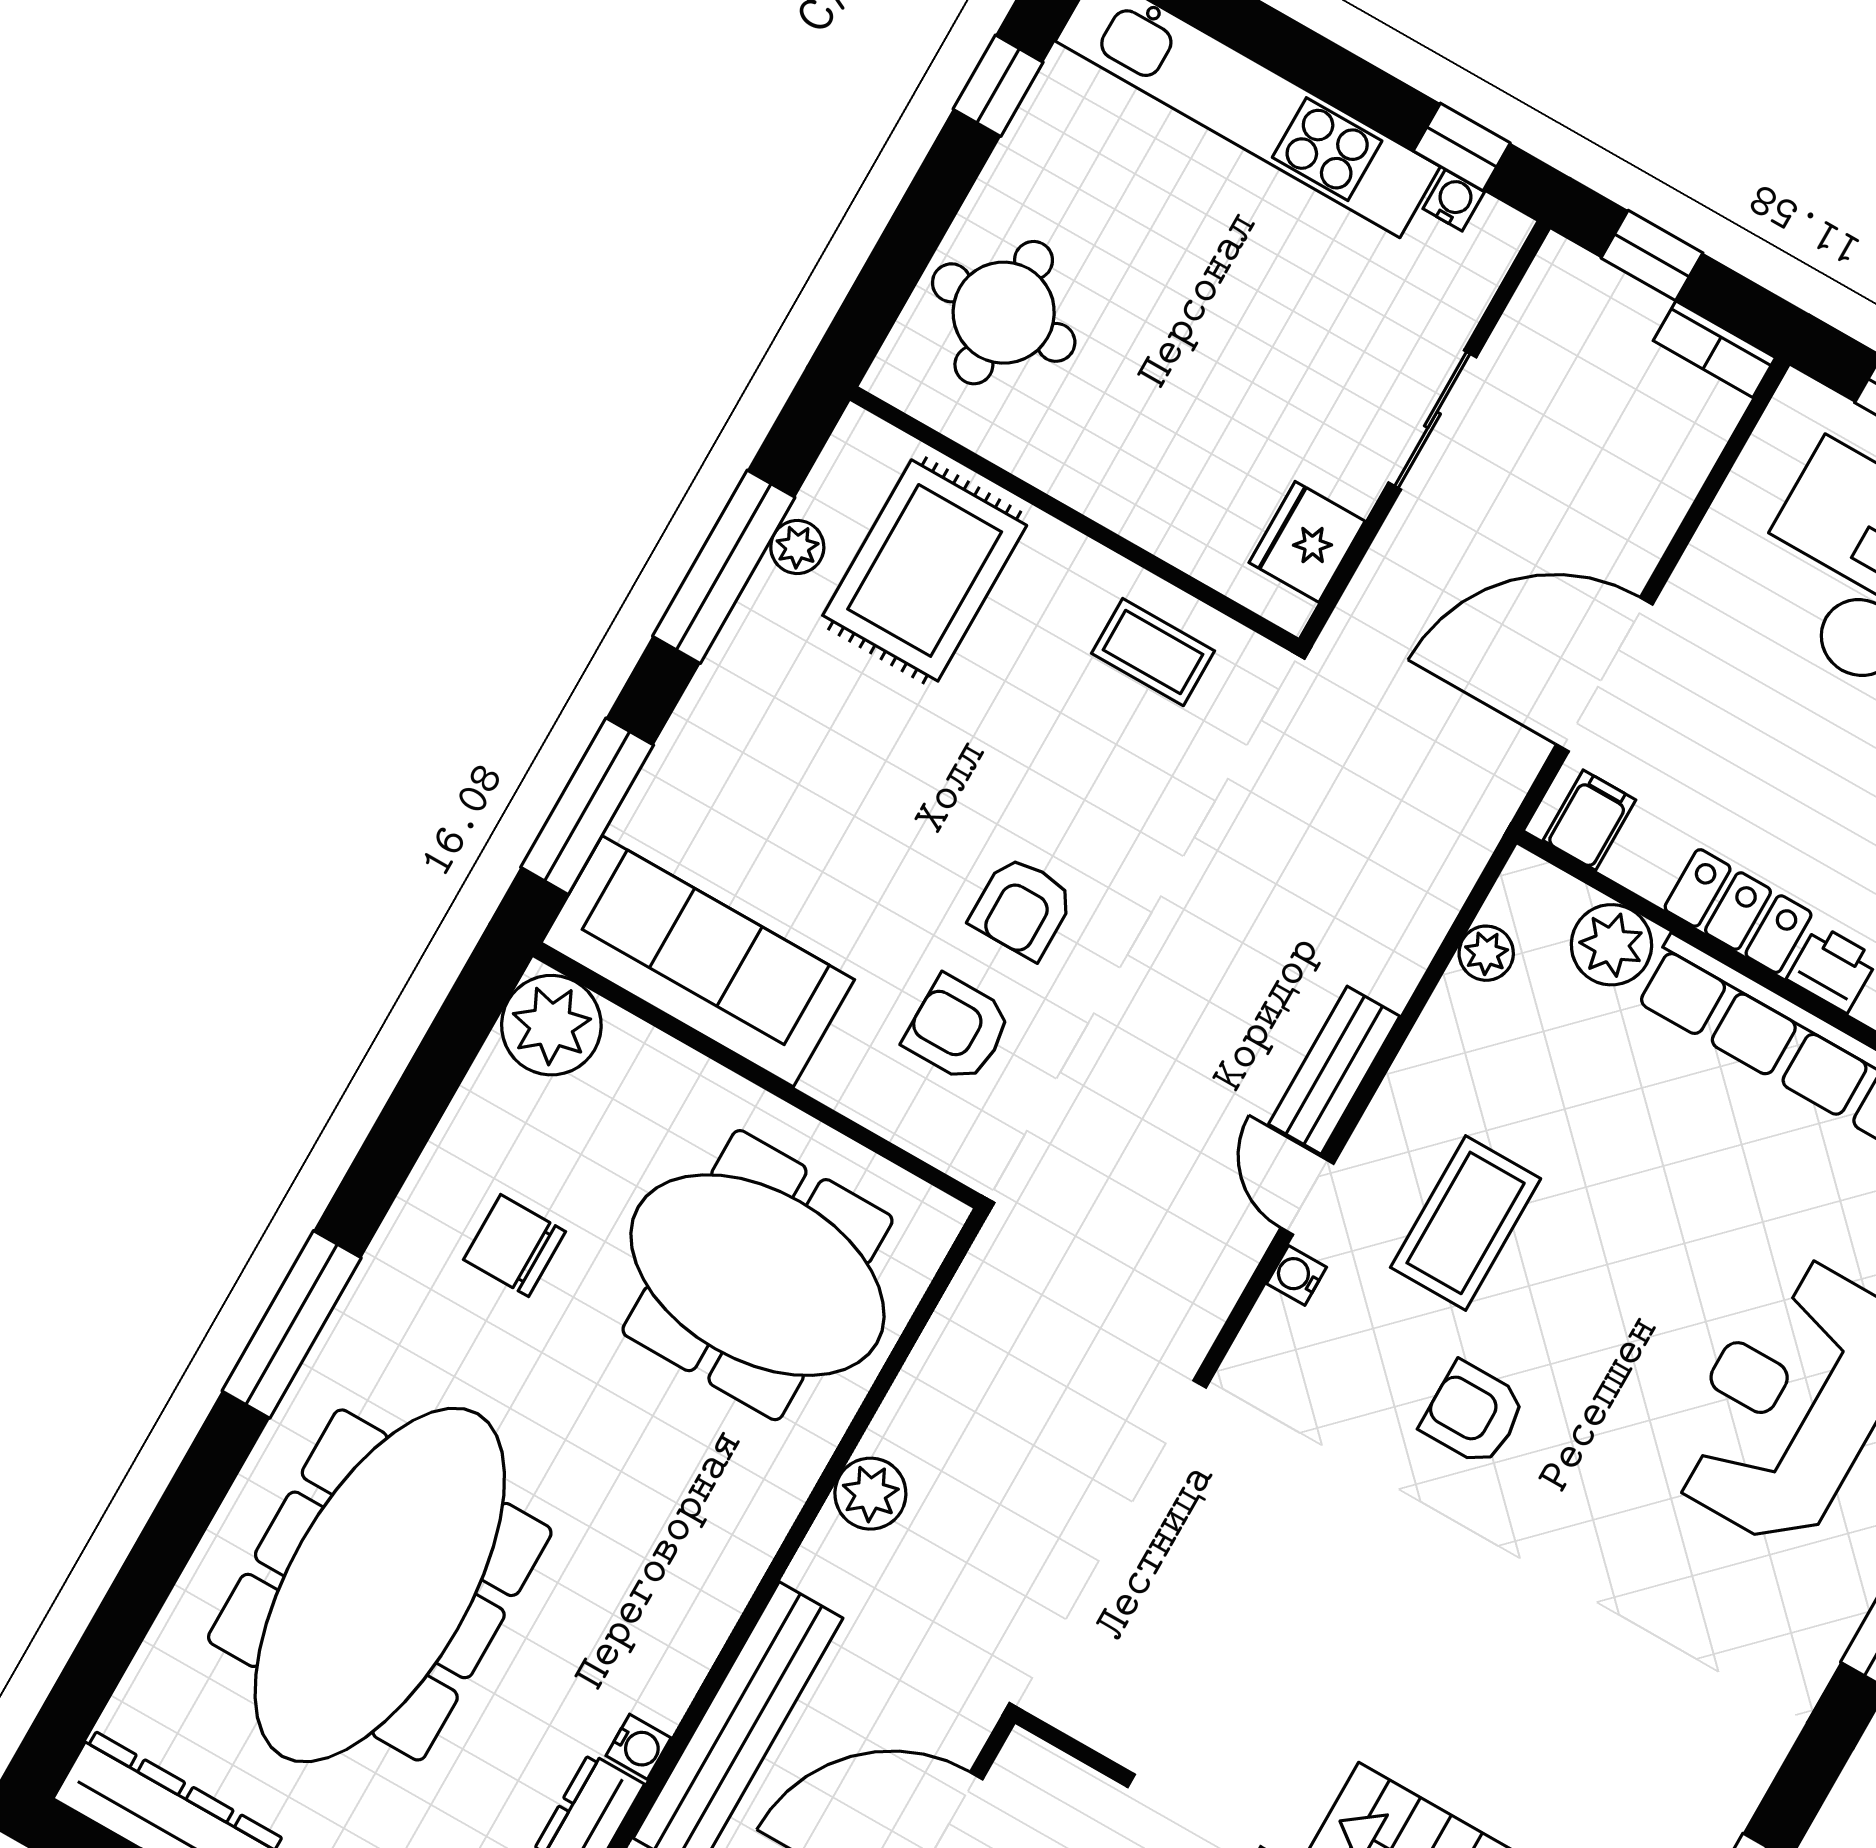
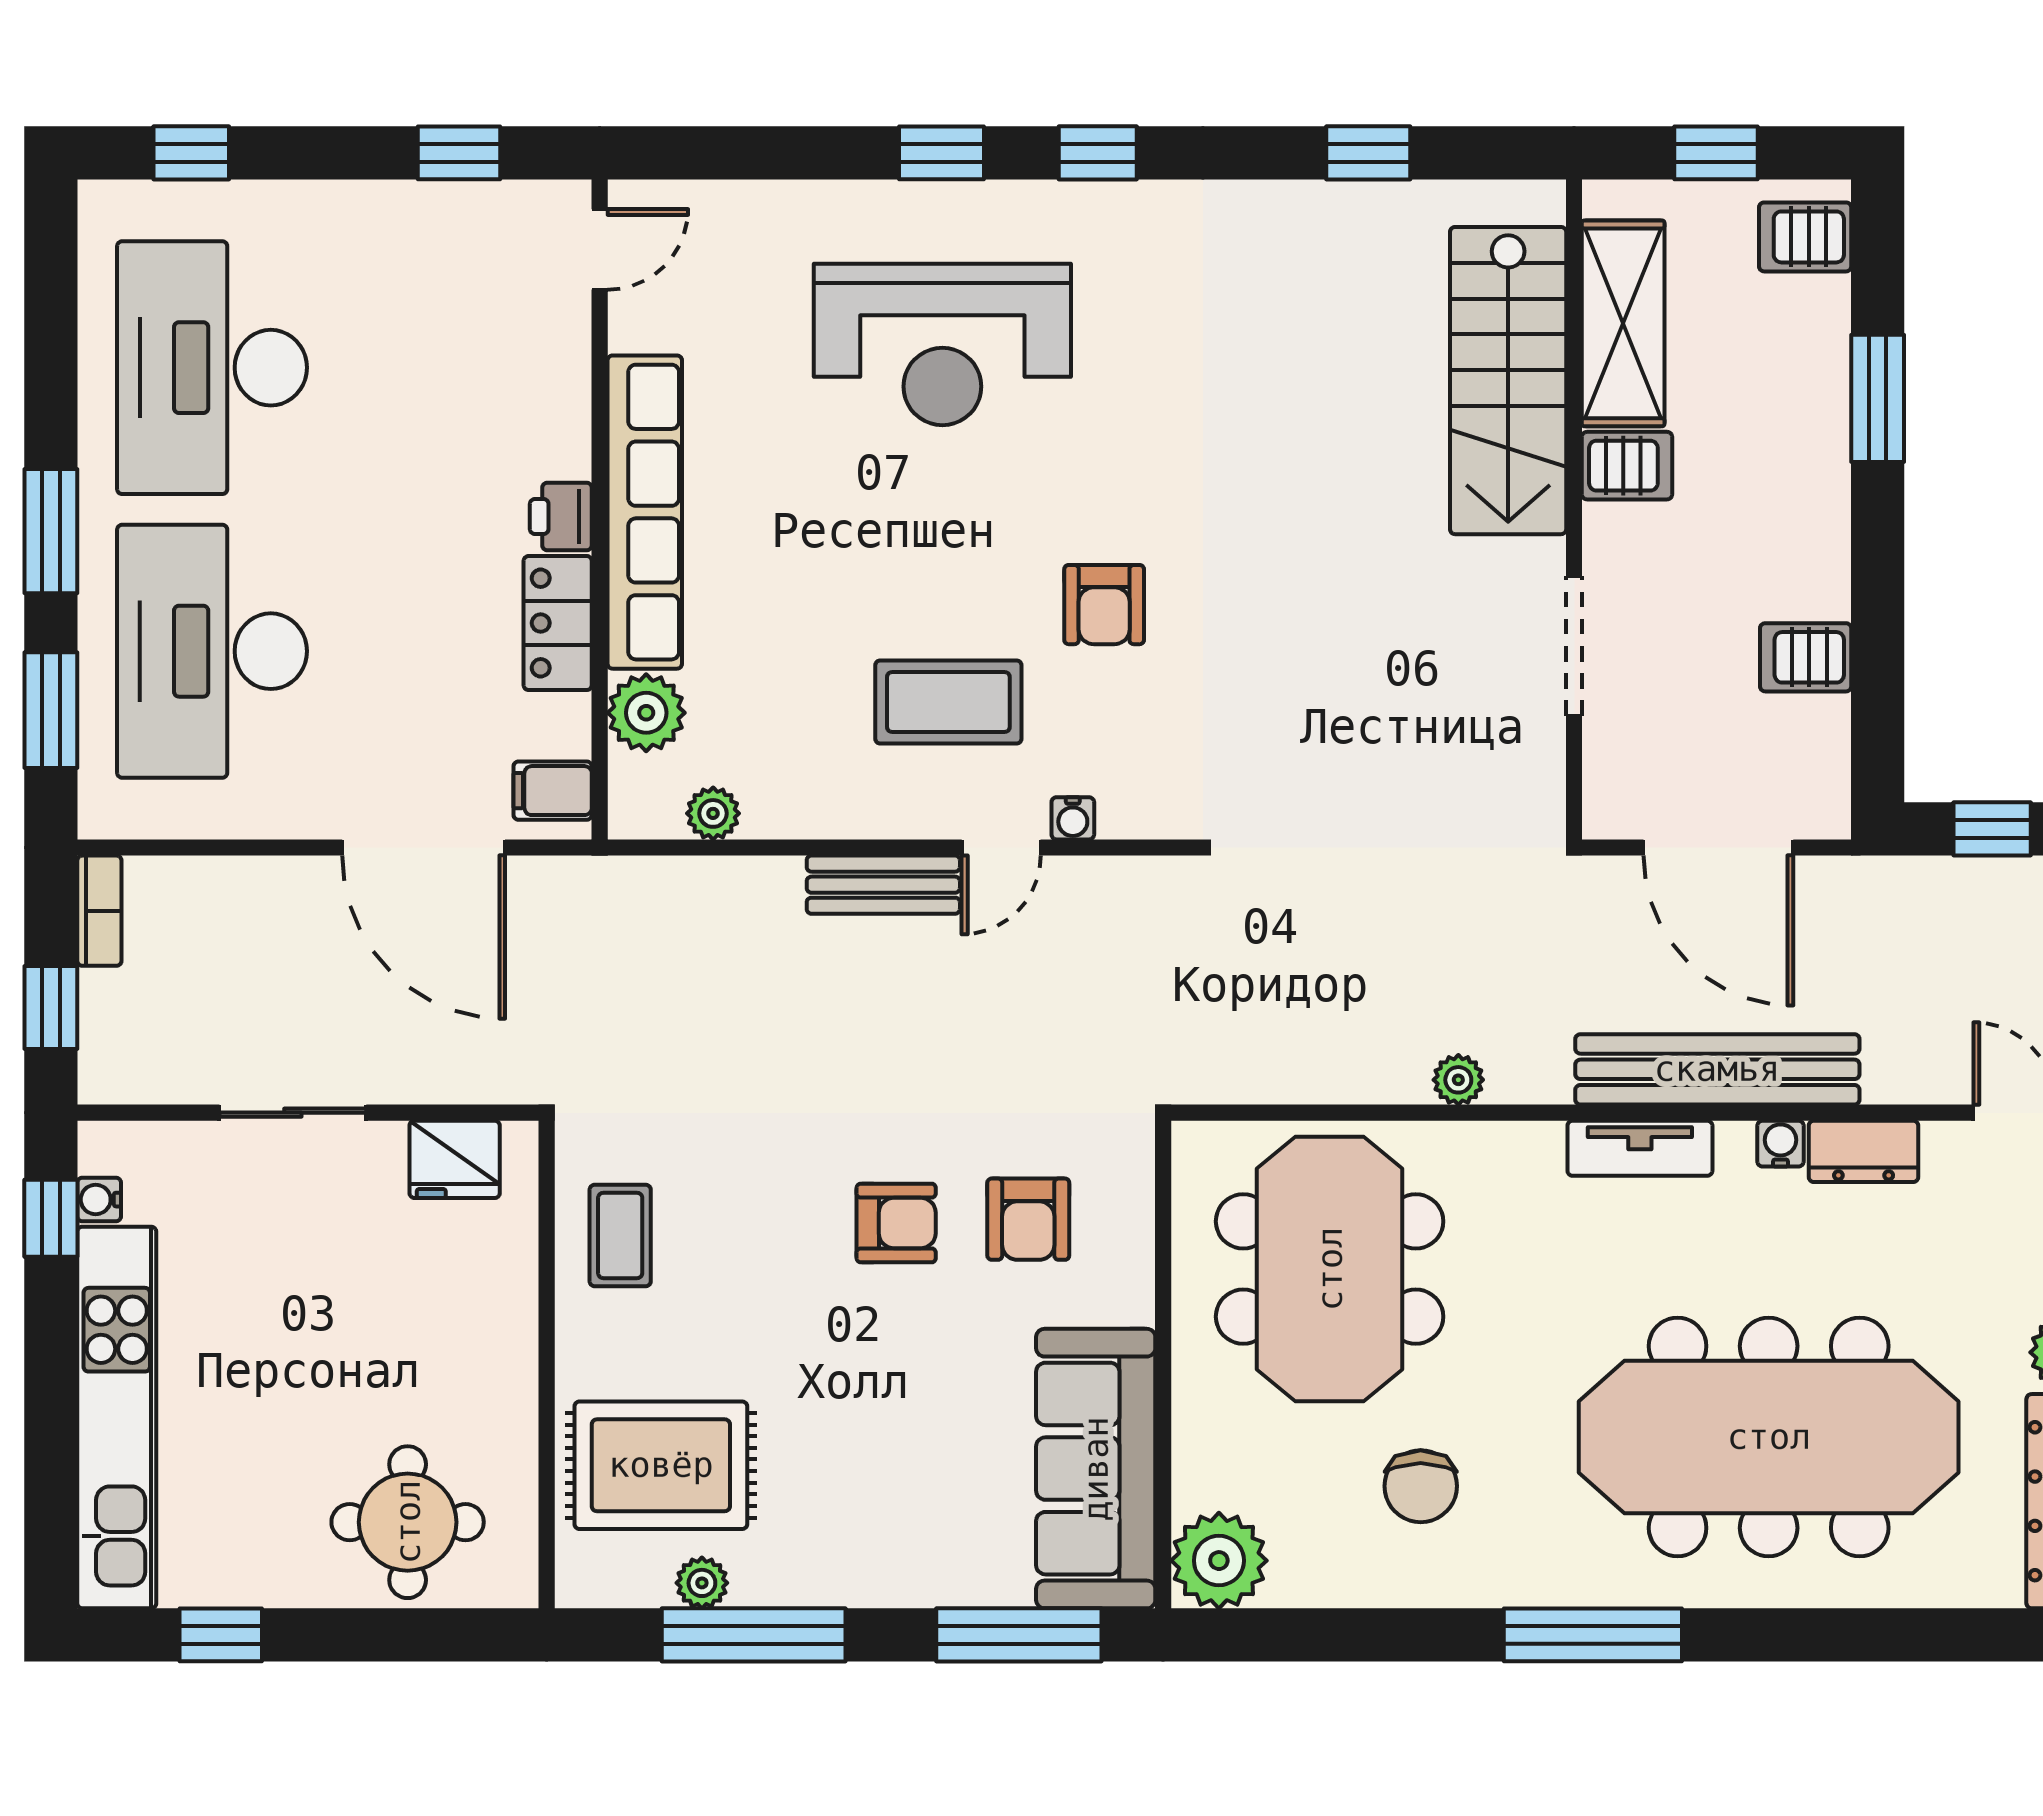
plant: (870, 1494) -> (1458, 1080), width x0.73, depth x0.73
tv unit: (707, 1617) -> (1640, 1148), added

